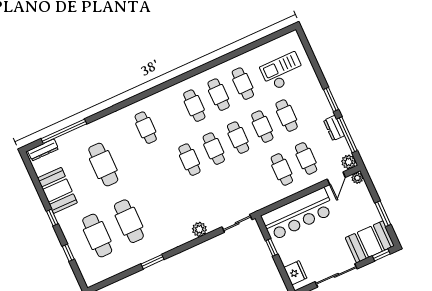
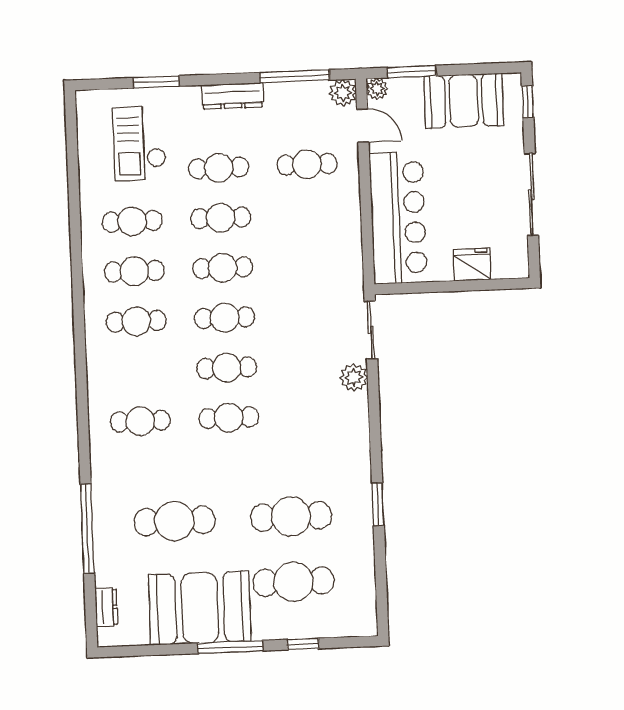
window: (331, 99) -> (156, 82), moved
dresser: (334, 128) -> (233, 96), moved, width x1.44
window: (64, 131) -> (87, 529), moved
dresser: (43, 150) -> (106, 607), width x0.70
cafe table: (282, 169) -> (229, 418), moved
booth: (57, 190) -> (200, 608), width x1.36, depth x1.42
window: (383, 214) -> (412, 72), moved
window: (52, 217) -> (230, 647), width x2.17
plant: (199, 229) -> (354, 377), moved
booth: (370, 242) -> (464, 101), moved, turned 90
window: (272, 247) -> (437, 287), removed
fridge: (295, 273) -> (472, 265), moved

